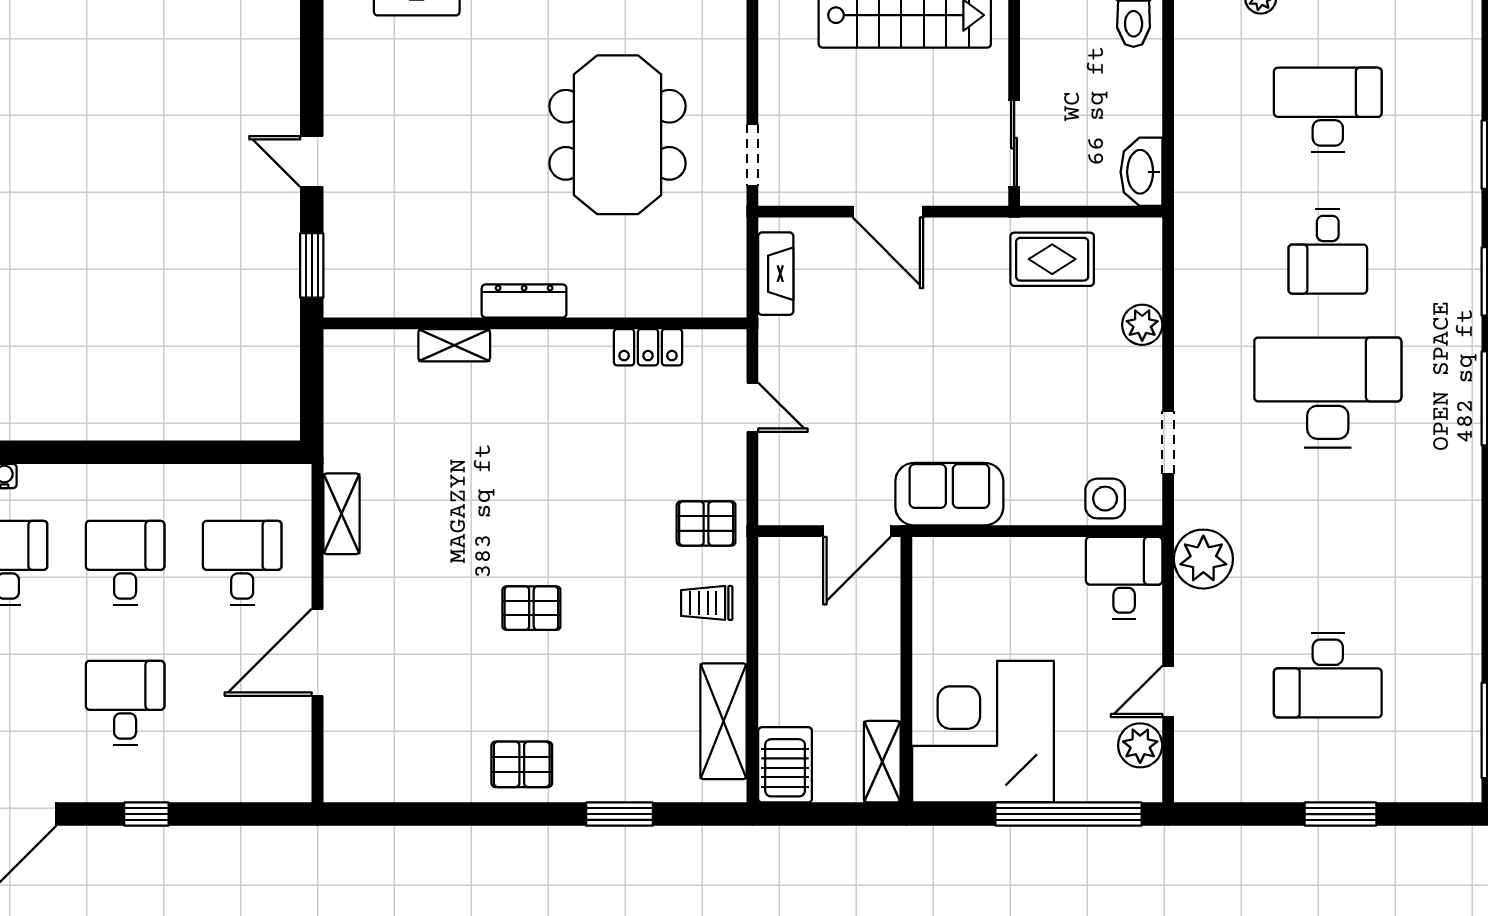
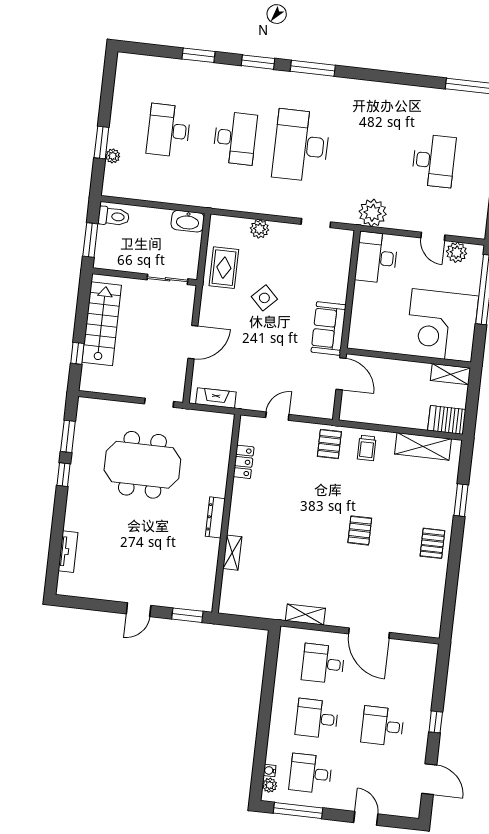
desk: (1328, 251) -> (235, 138), width x1.37
side table: (1105, 499) -> (264, 298), moved, turned 45
desk: (1124, 578) -> (377, 258), width x1.37

